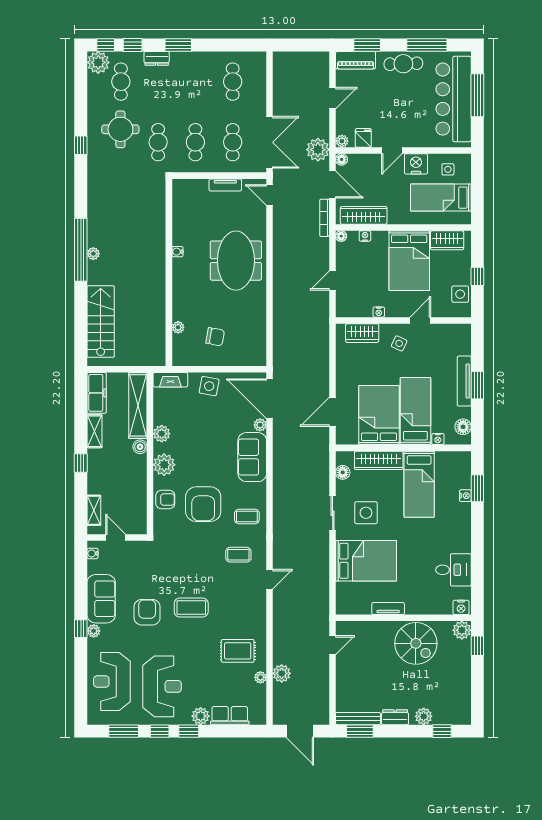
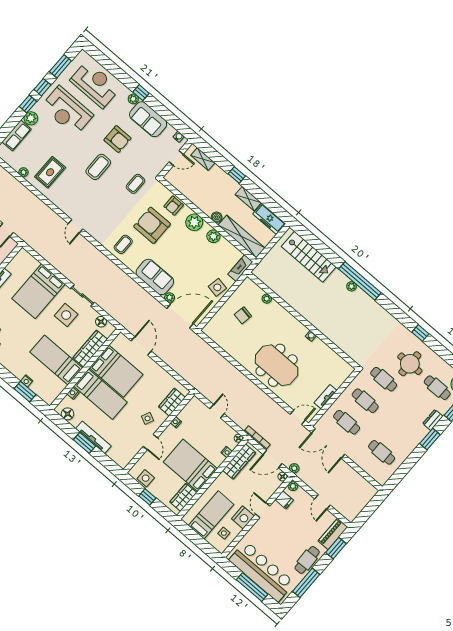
plant: (318, 150) -> (294, 468), width x0.53, depth x0.53
coffee table: (238, 555) -> (136, 184), moved
plant: (282, 673) -> (15, 186), removed

